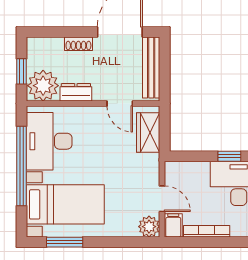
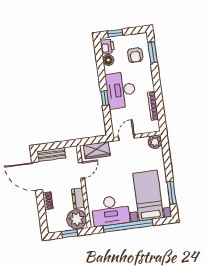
bench: (151, 68) -> (51, 155), width x0.73
door: (162, 199) -> (127, 137), moved
filing cabinet: (173, 225) -> (152, 127), removed

